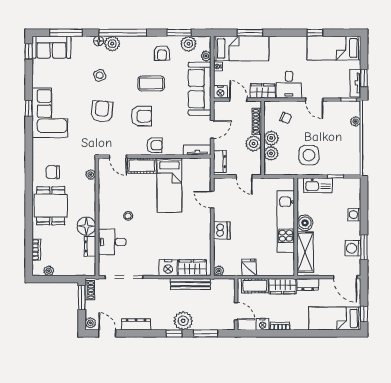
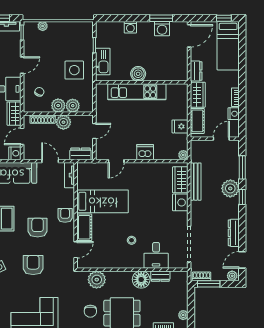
armchair: (102, 111) -> (33, 265), turned 85
plant: (91, 175) -> (97, 280), width x1.88, depth x1.88
shelving: (305, 252) -> (166, 74), removed

